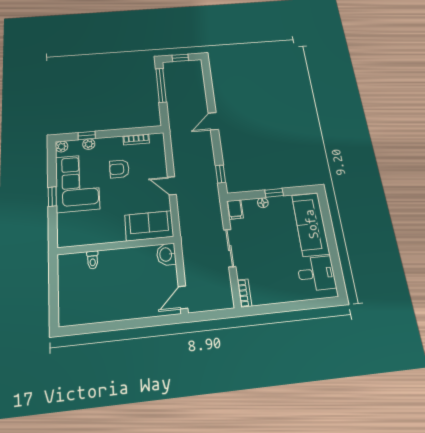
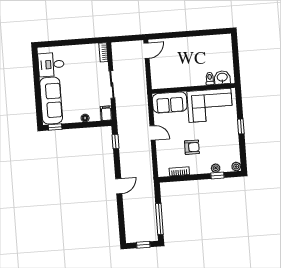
corner sofa: (77, 183) -> (210, 105), moved, turned -90
window: (274, 193) -> (55, 127), moved
washbasin: (166, 254) -> (222, 78), moved, turned -90

